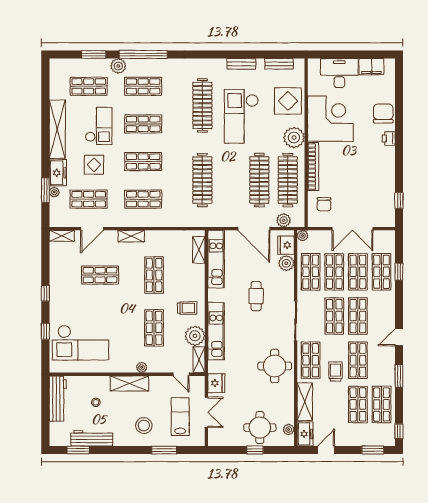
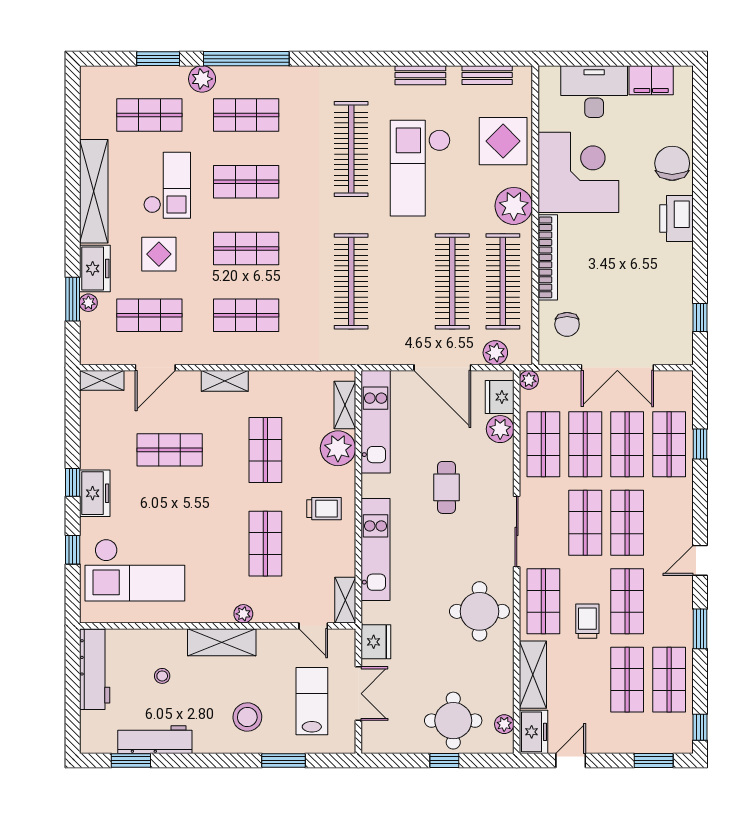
printer: (389, 139) -> (676, 218), width x1.87, depth x1.48
freezer: (58, 299) -> (95, 493), added
plant: (195, 336) -> (338, 448), moved

